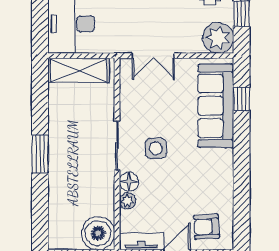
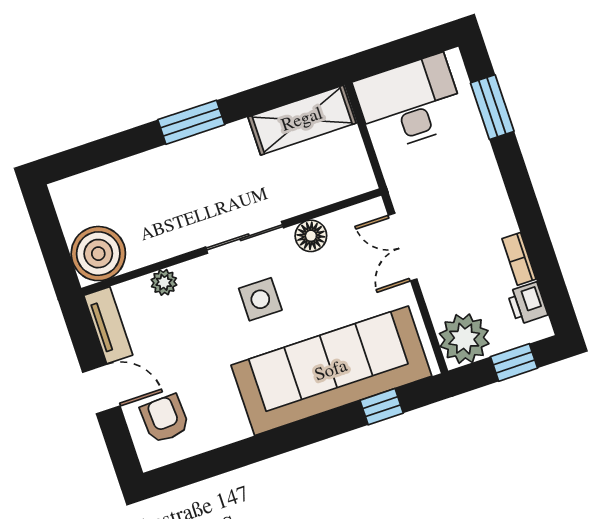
shelving: (79, 70) -> (302, 120), moved, turned 90
sofa: (216, 106) -> (331, 371), width x1.36, depth x1.27
floor lamp: (129, 182) -> (311, 236), moved

